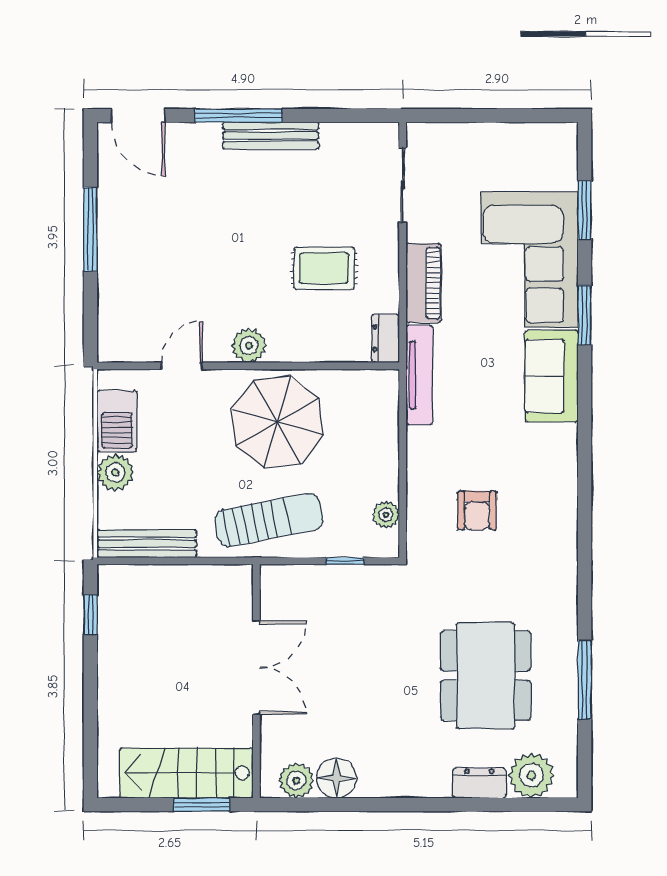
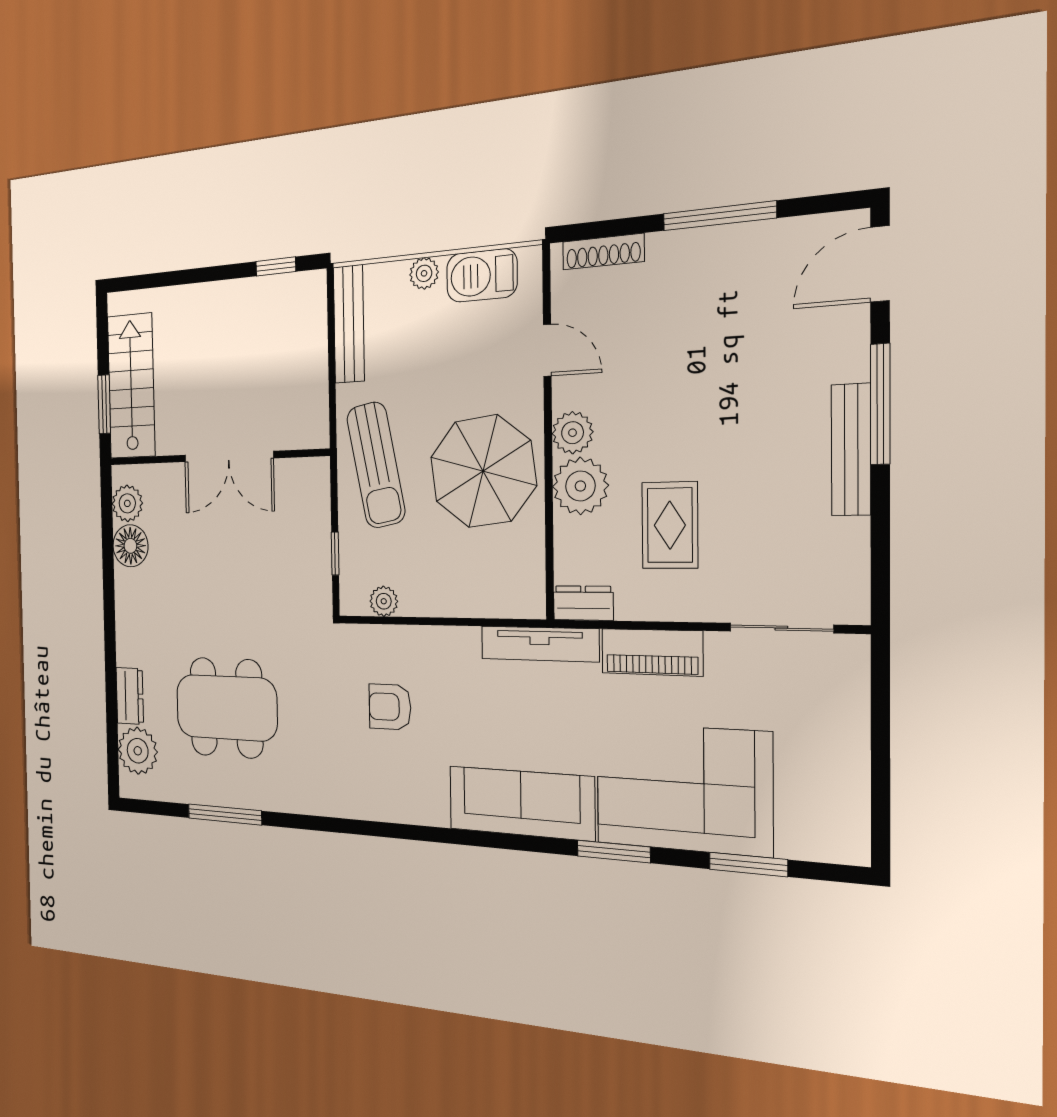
shoe rack: (108, 319) -> (603, 252), added
plant: (292, 339) -> (580, 486), added
sofa: (552, 376) -> (521, 803), width x1.36
plant: (115, 472) -> (424, 273), width x0.73, depth x0.73

